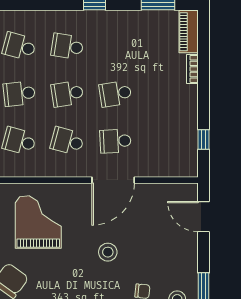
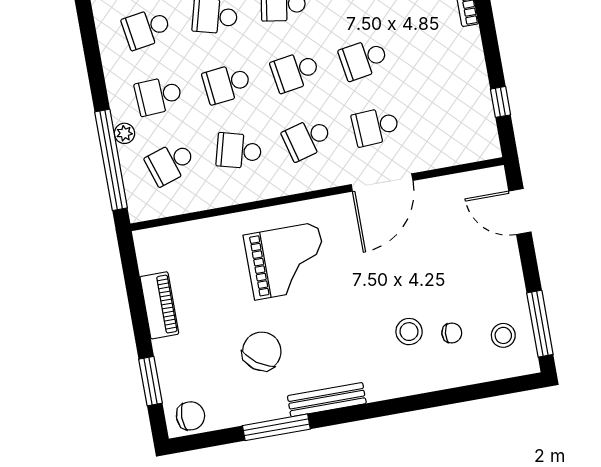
school desk: (67, 141) -> (307, 139), turned -30
grand piano: (38, 222) -> (286, 261), turned 90
stool: (108, 252) -> (409, 332), moved

